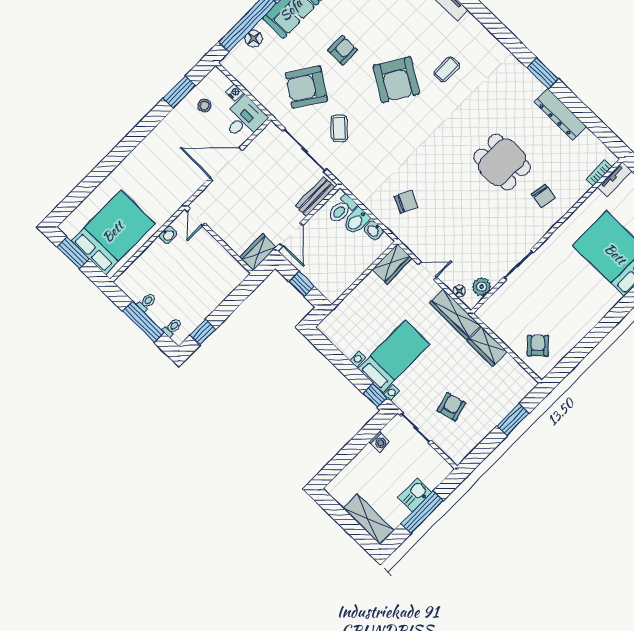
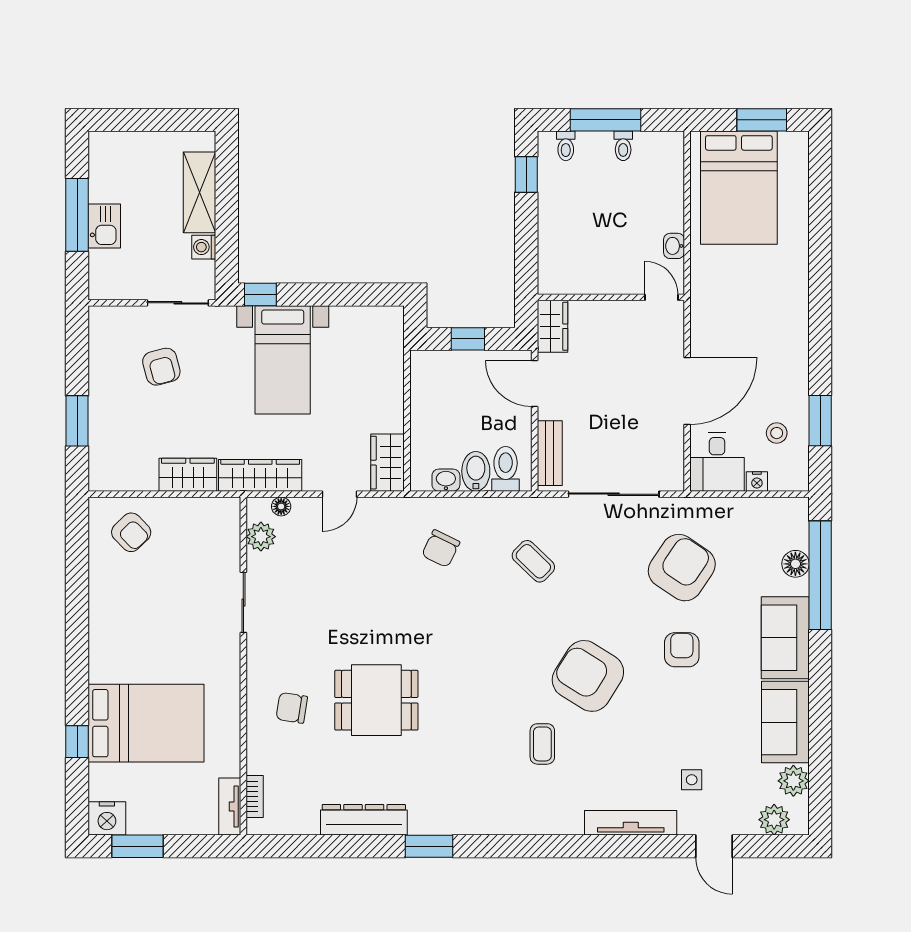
armchair: (343, 50) -> (682, 650), turned 180
coffee table: (339, 128) -> (533, 561), moved
shelving: (368, 519) -> (199, 192), moved, turned 90

